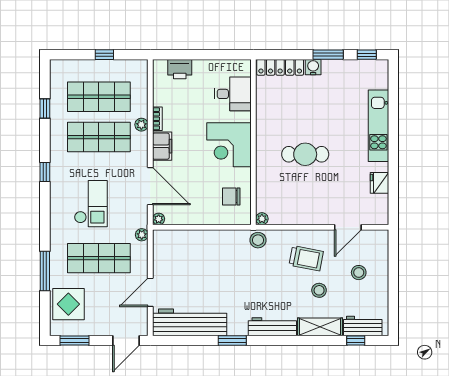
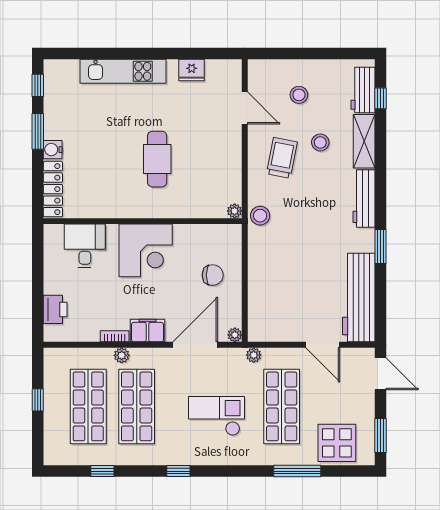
chair: (231, 197) -> (213, 275), moved, turned -90

